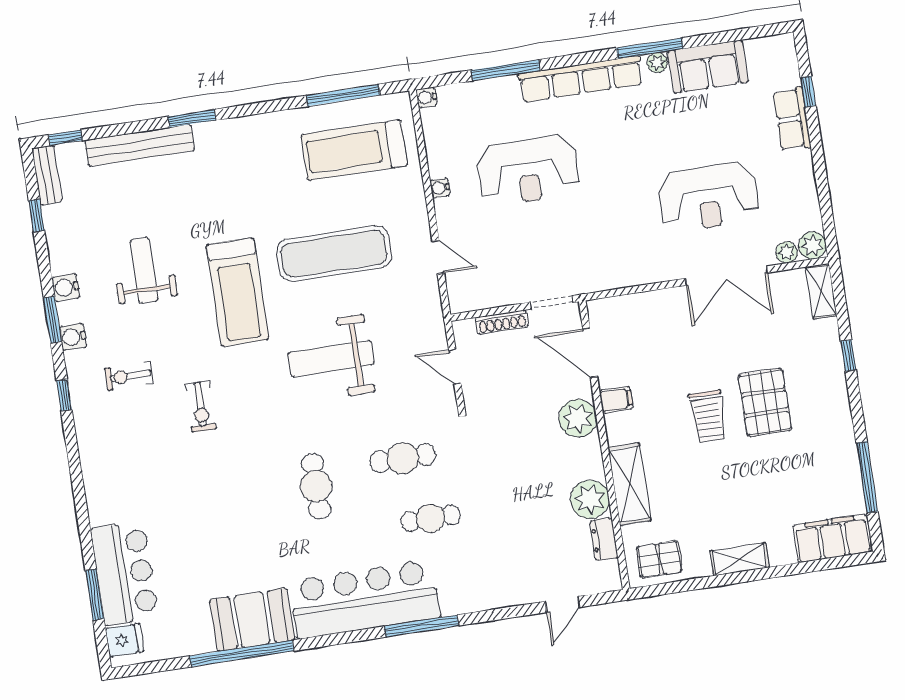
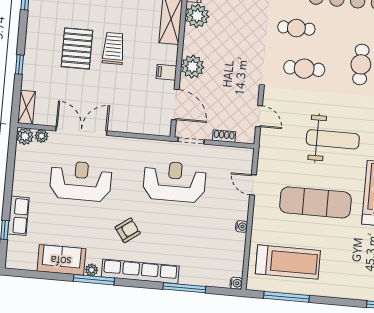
armchair: (616, 138) -> (128, 230), added
reception desk: (528, 171) -> (174, 182), moved
shoe rack: (502, 322) -> (224, 136), width x0.70

